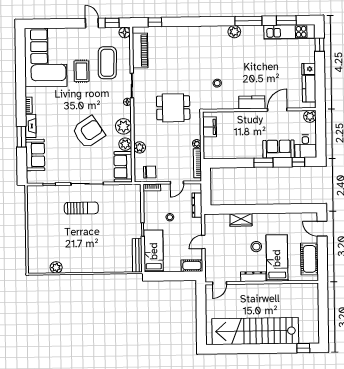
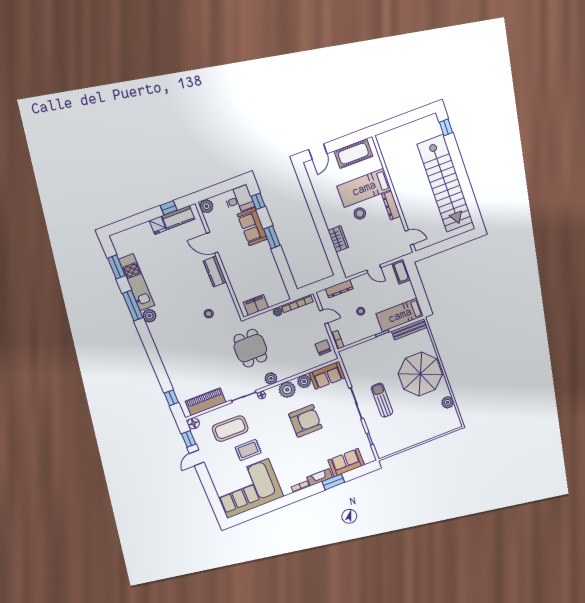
kitchen unit: (289, 32) -> (137, 282), moved
window: (319, 45) -> (169, 208), moved
armchair: (89, 132) -> (305, 421), turned 123
plant: (140, 147) -> (271, 378), moved
parasol: (92, 251) -> (420, 374), added

